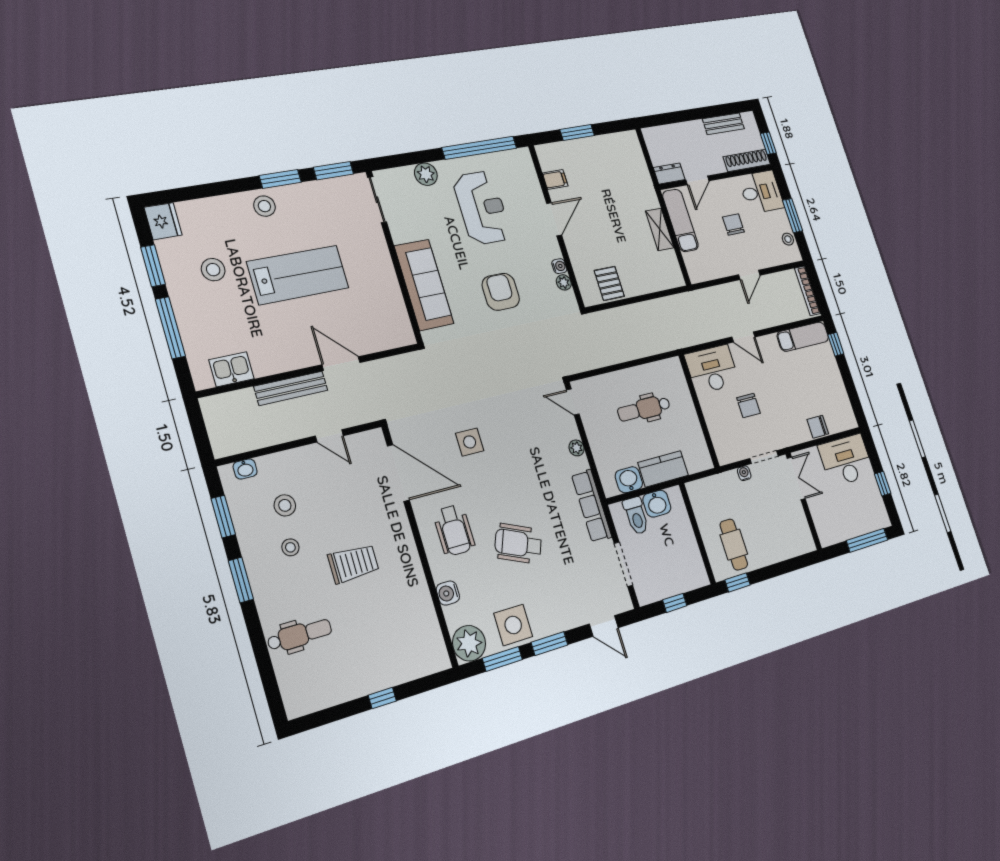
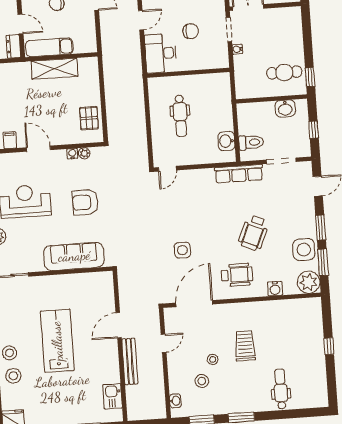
shelving: (660, 229) -> (54, 69), width x1.50, depth x1.33
stool: (213, 270) -> (13, 376), moved
pallet: (609, 283) -> (89, 118), turned 90
plant: (577, 448) -> (199, 174), removed
kitchen counter: (663, 469) -> (224, 113), removed
washbasin: (657, 504) -> (285, 108), moved, turned 90
stool: (290, 547) -> (213, 359), moved

